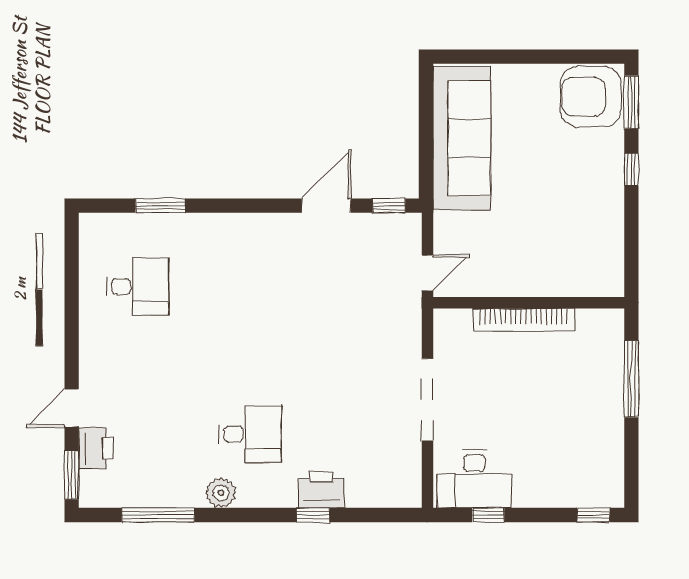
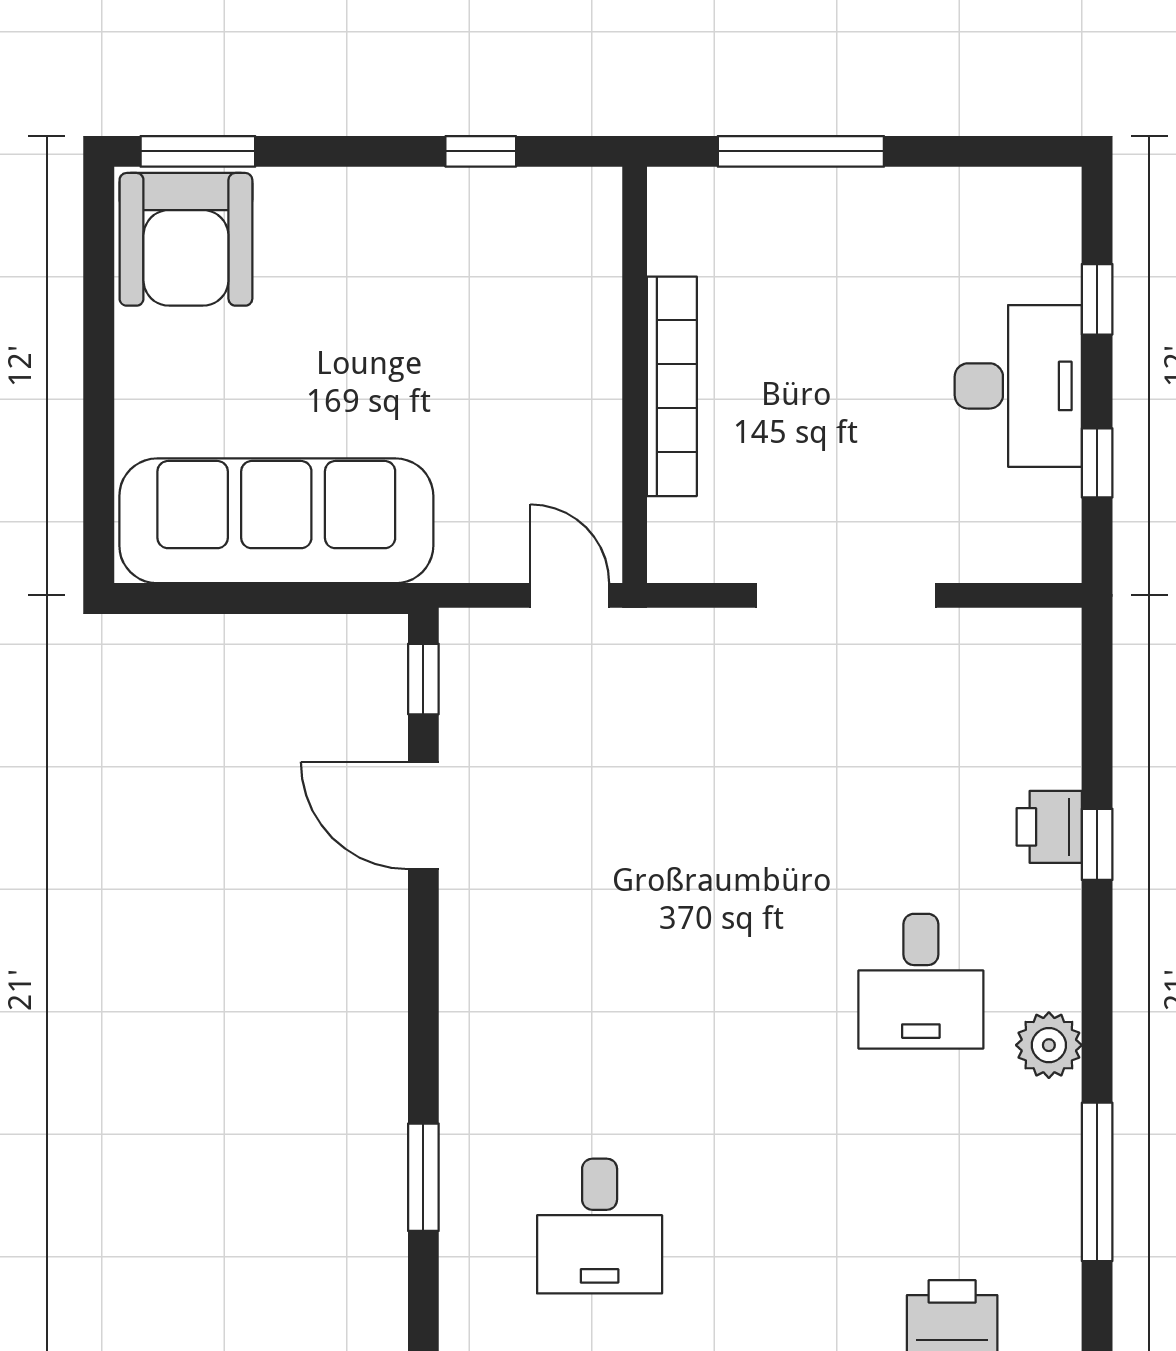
window: (631, 170) -> (481, 151), moved
desk: (138, 287) -> (600, 1226), turned 180
desk: (250, 434) -> (921, 981), turned 180
desk: (474, 479) -> (1018, 386), moved
printer: (321, 489) -> (1049, 827), width x0.73, depth x0.81
window: (593, 515) -> (1097, 299), moved

